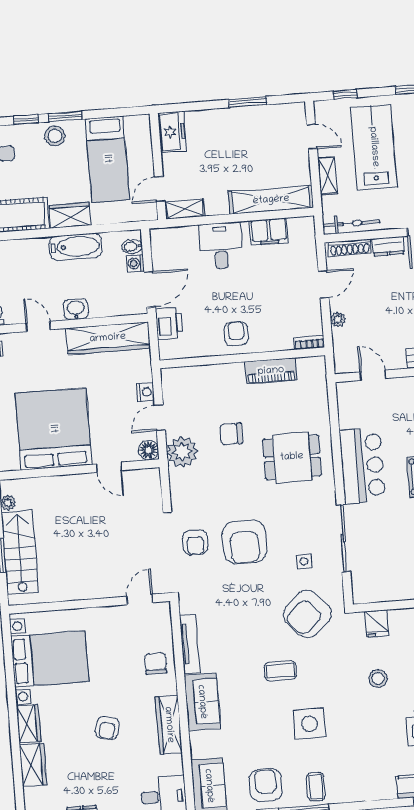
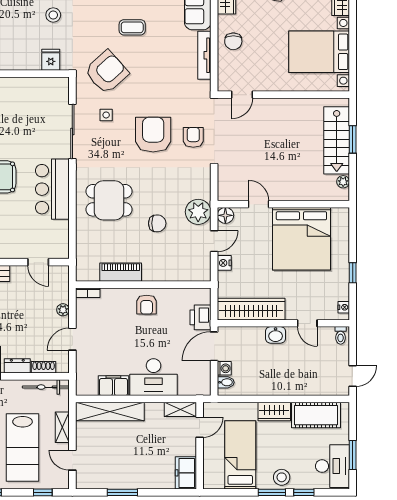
desk: (221, 246) -> (154, 377), width x1.37
bathtub: (76, 247) -> (272, 386), removed
shoe rack: (350, 248) -> (44, 367), width x0.70

